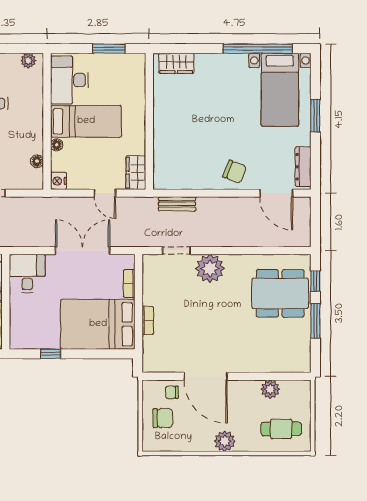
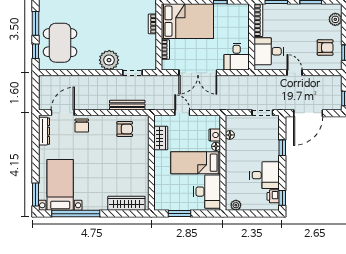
wardrobe: (176, 63) -> (126, 203), width x1.50
window: (315, 116) -> (35, 195), moved
armchair: (187, 170) -> (125, 129), added
chair: (235, 172) -> (82, 126), moved, turned -112
wardrobe: (136, 173) -> (161, 138), moved
nightstand: (58, 181) -> (215, 135), moved
door: (276, 193) -> (63, 113), hinge flipped
bench: (177, 204) -> (127, 105), width x1.36
dining table: (280, 293) -> (60, 43), turned 90

